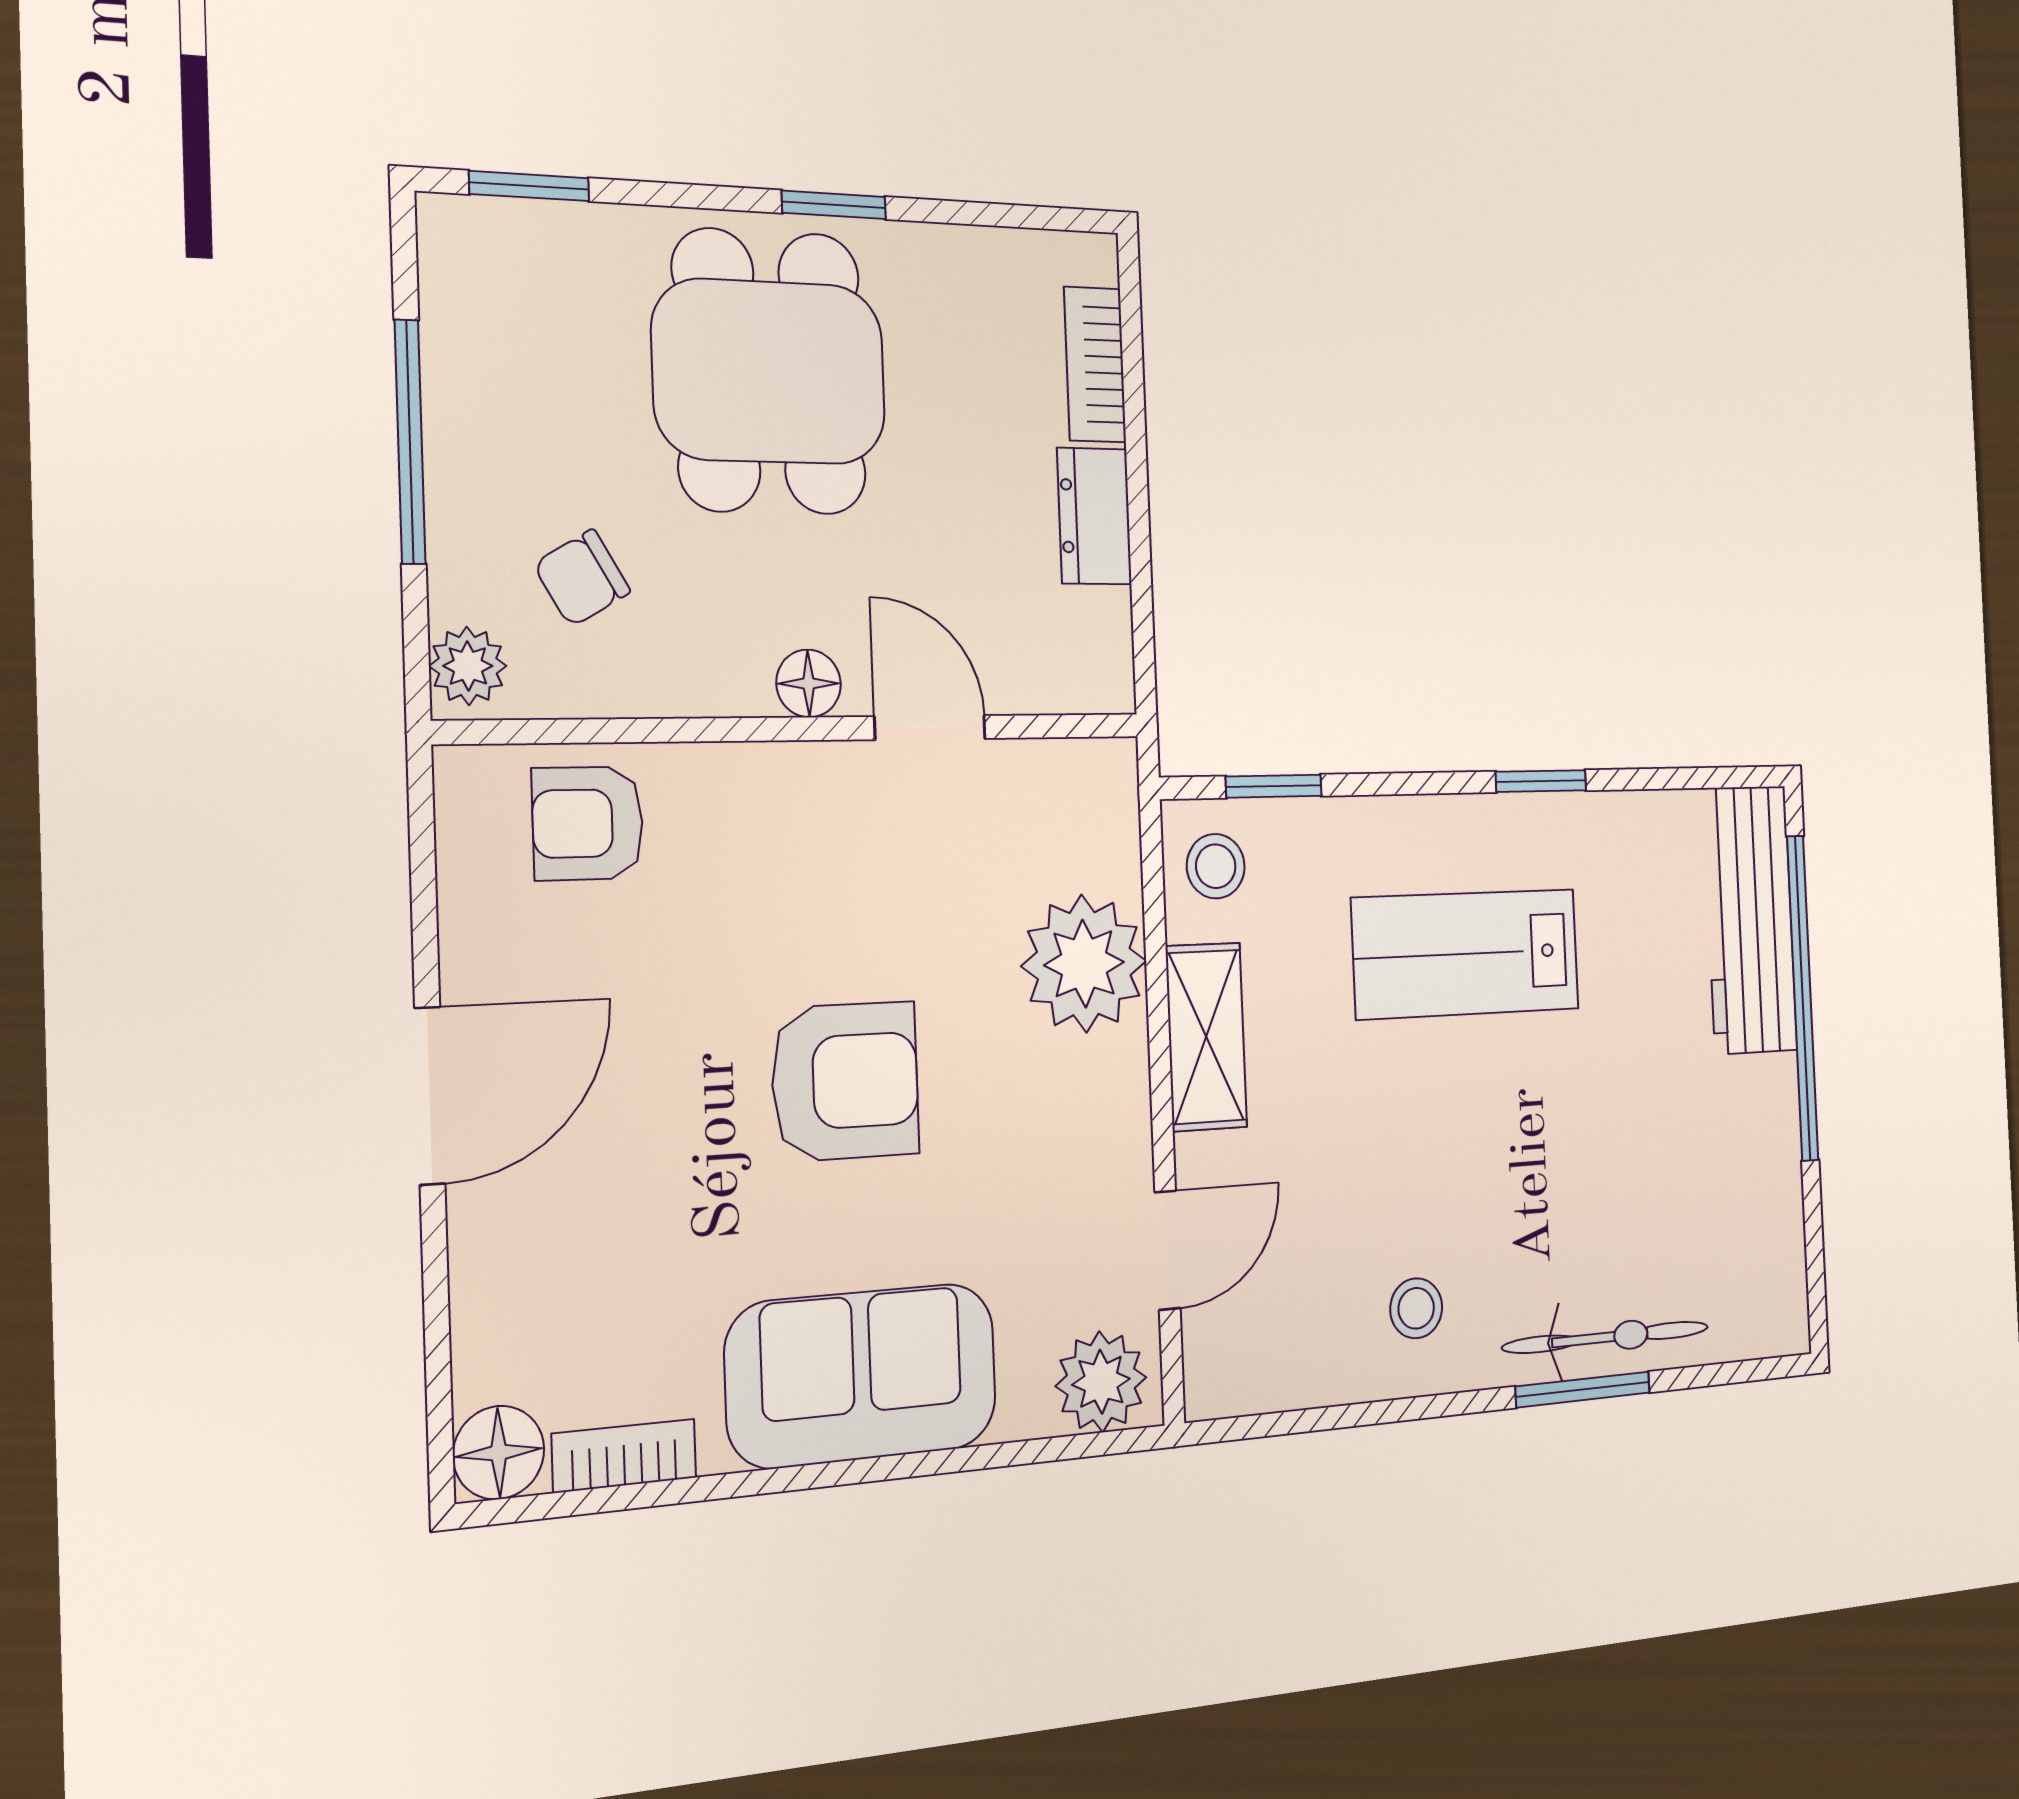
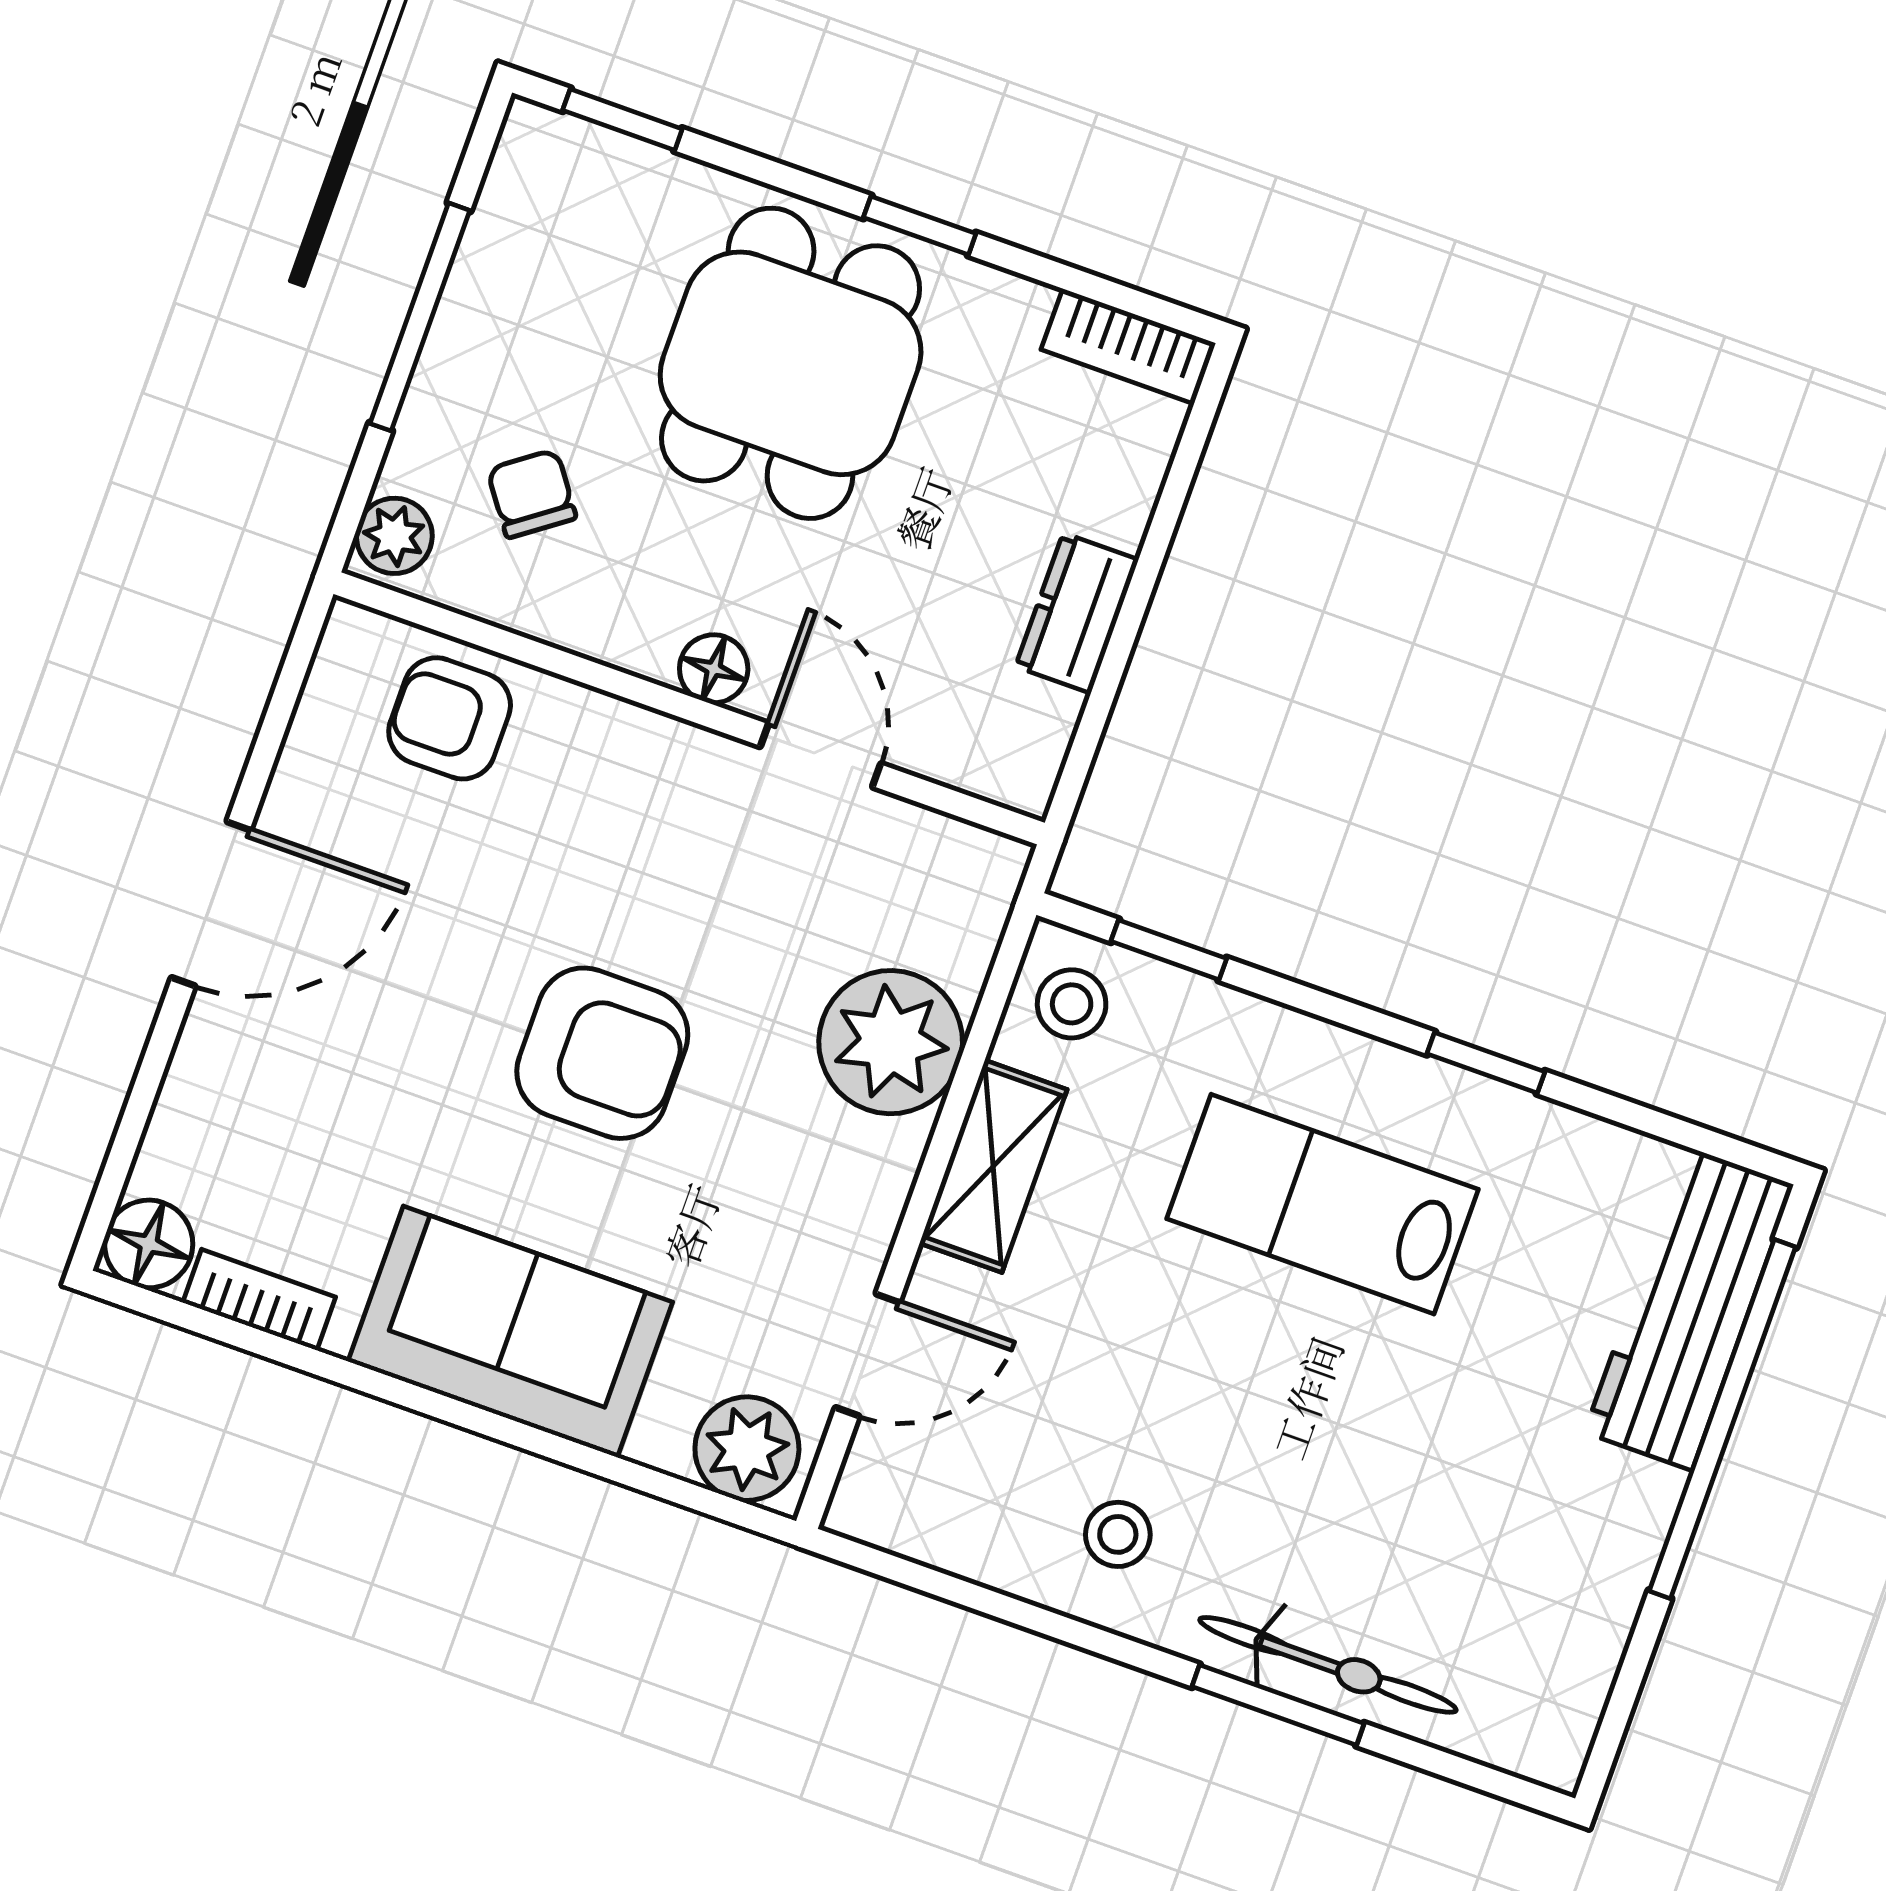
bookcase: (1095, 365) -> (1128, 346), moved, turned -90
chair: (582, 578) -> (532, 494), turned 84

